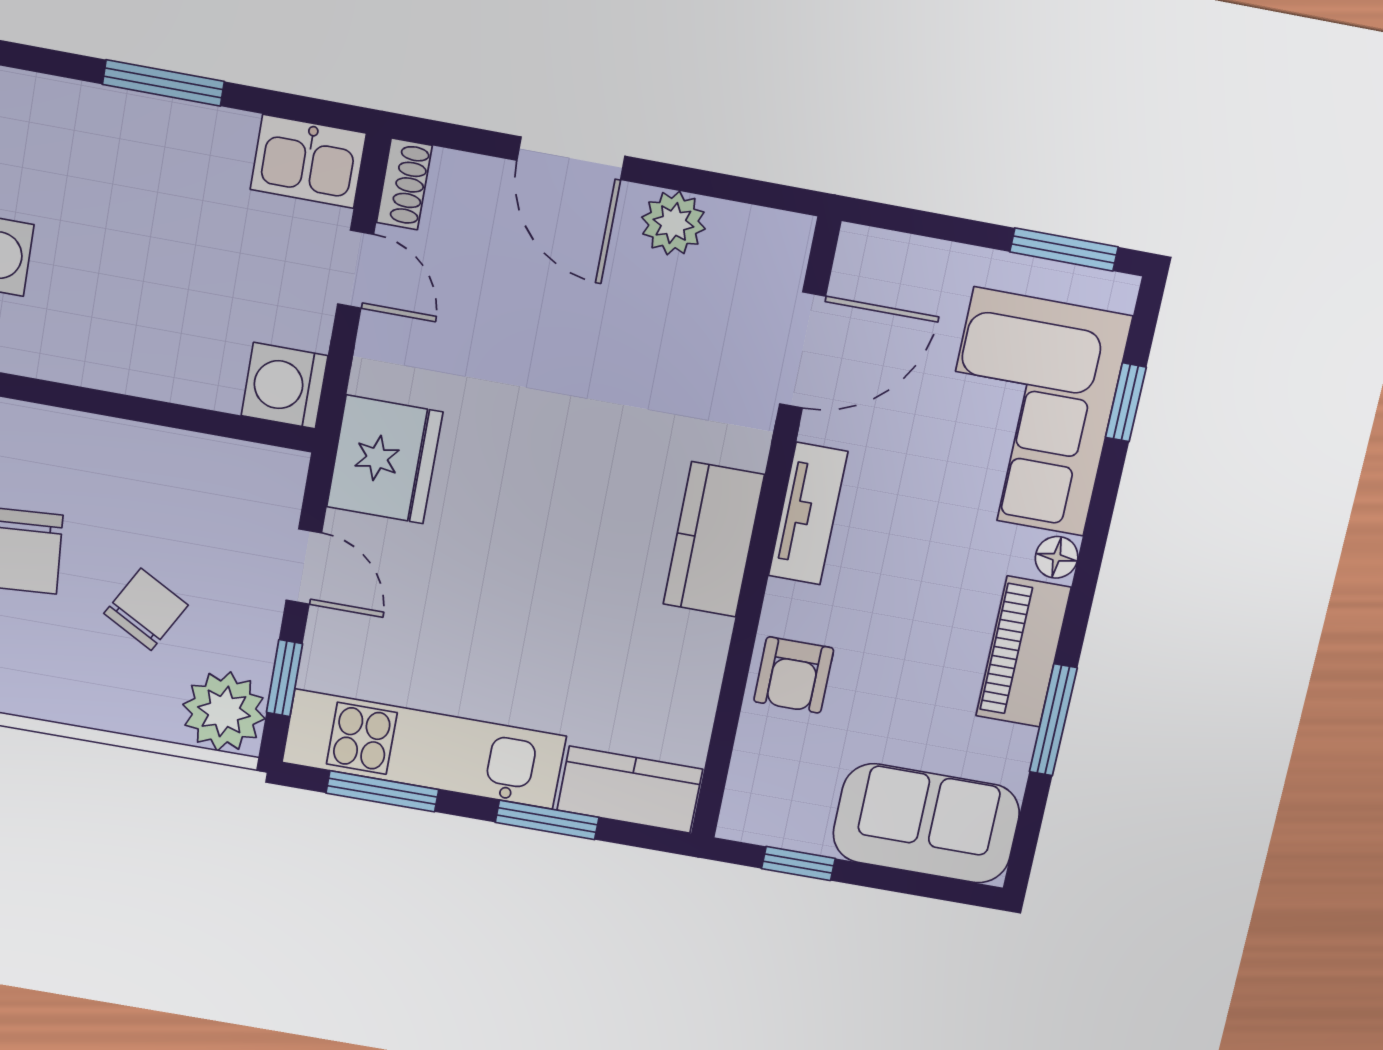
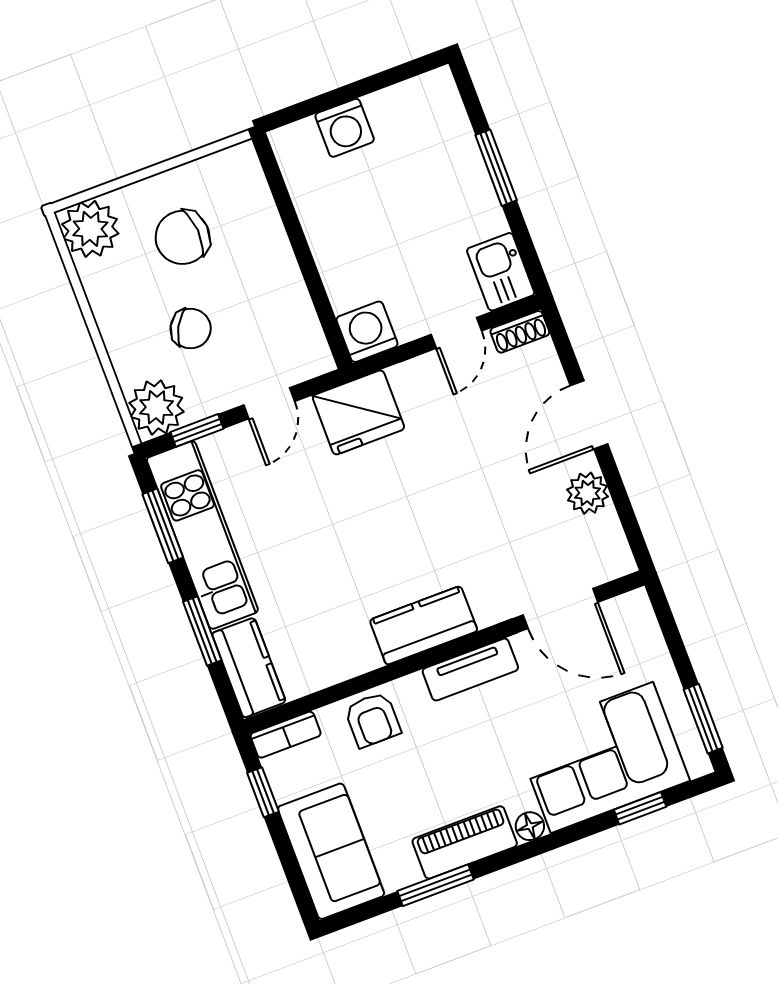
armchair: (794, 675) -> (373, 720), turned -90
bookcase: (744, 794) -> (286, 735), added

